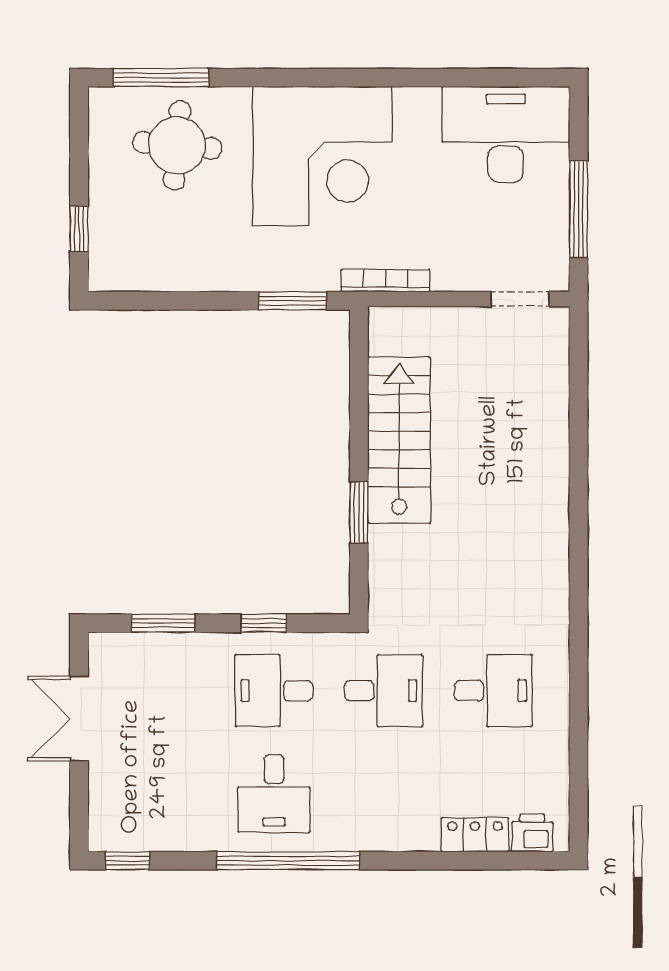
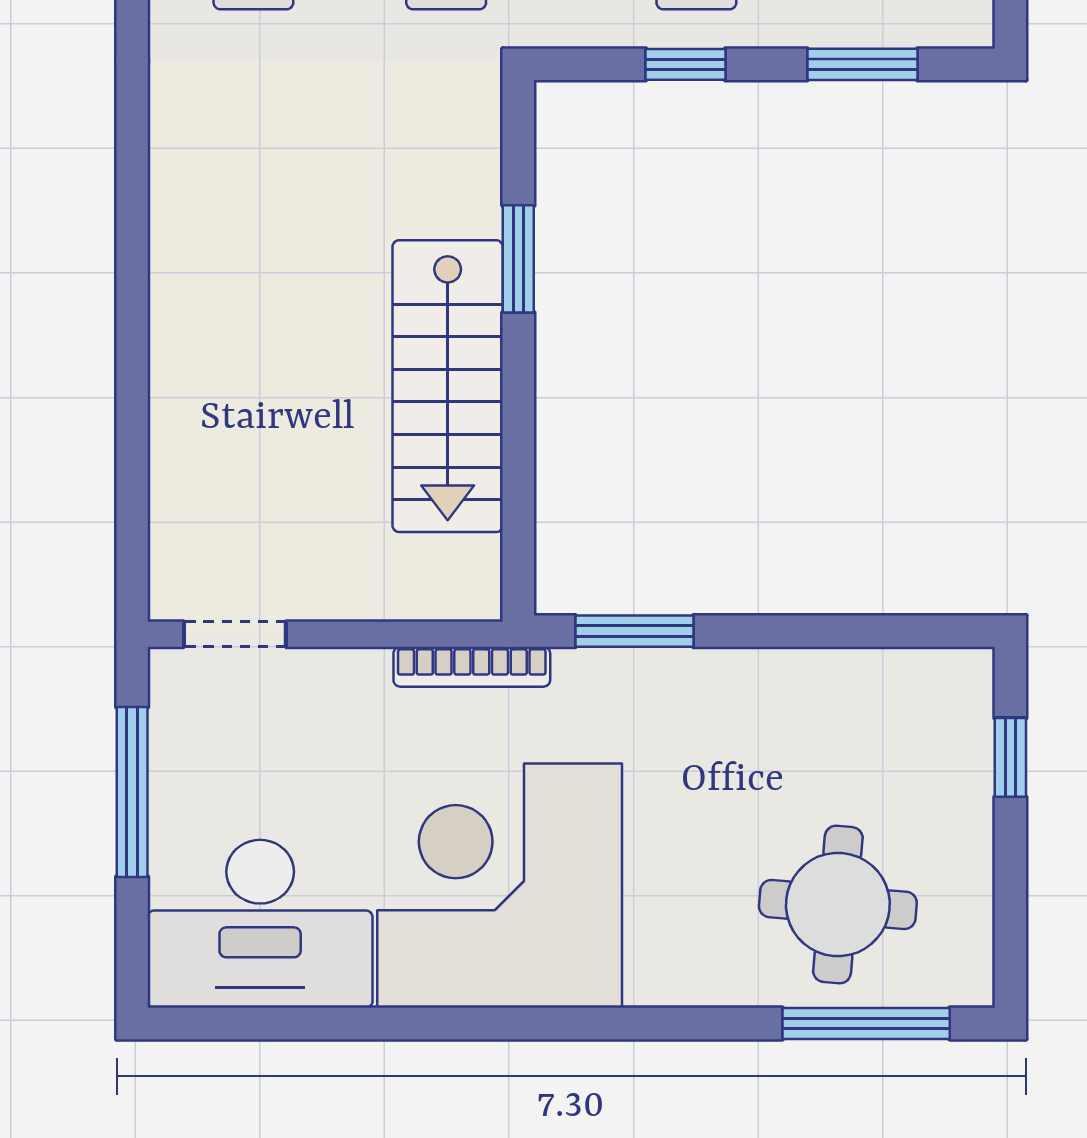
corner desk: (323, 156) -> (500, 886), moved

